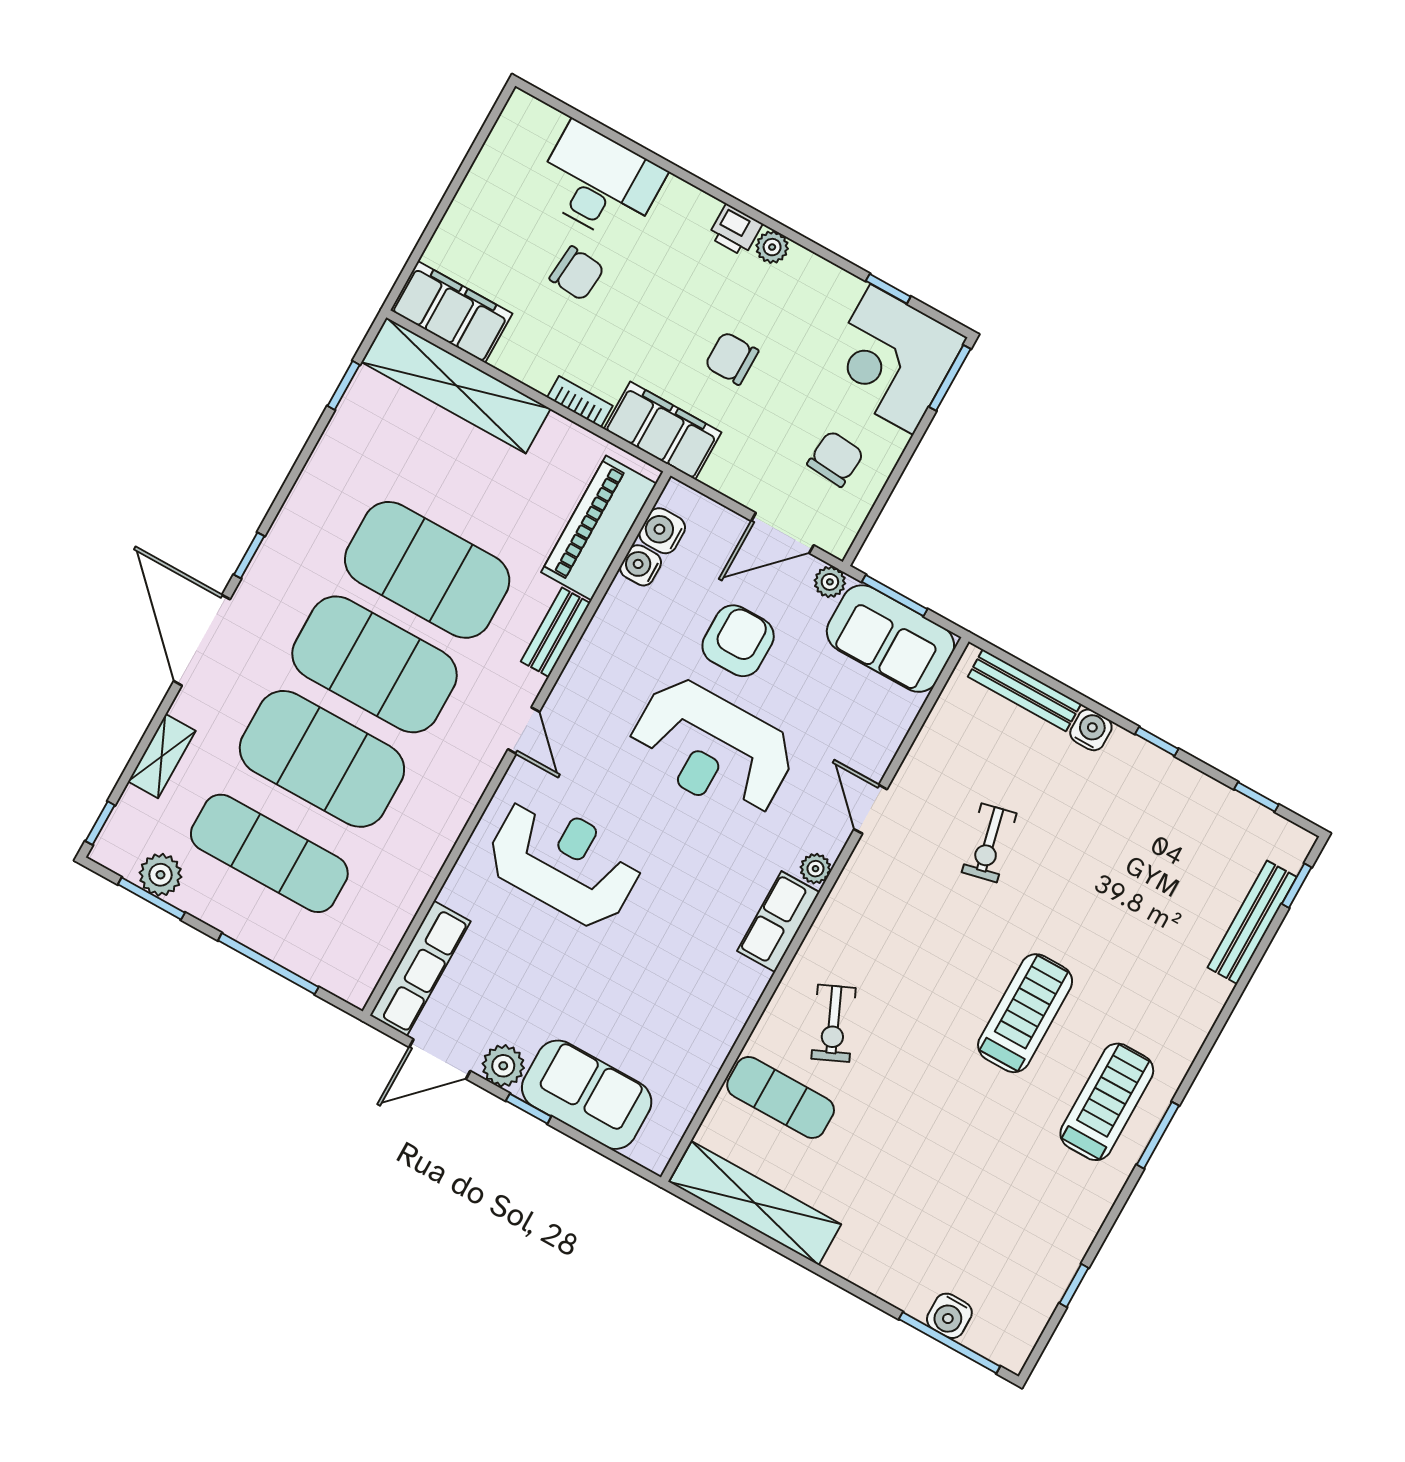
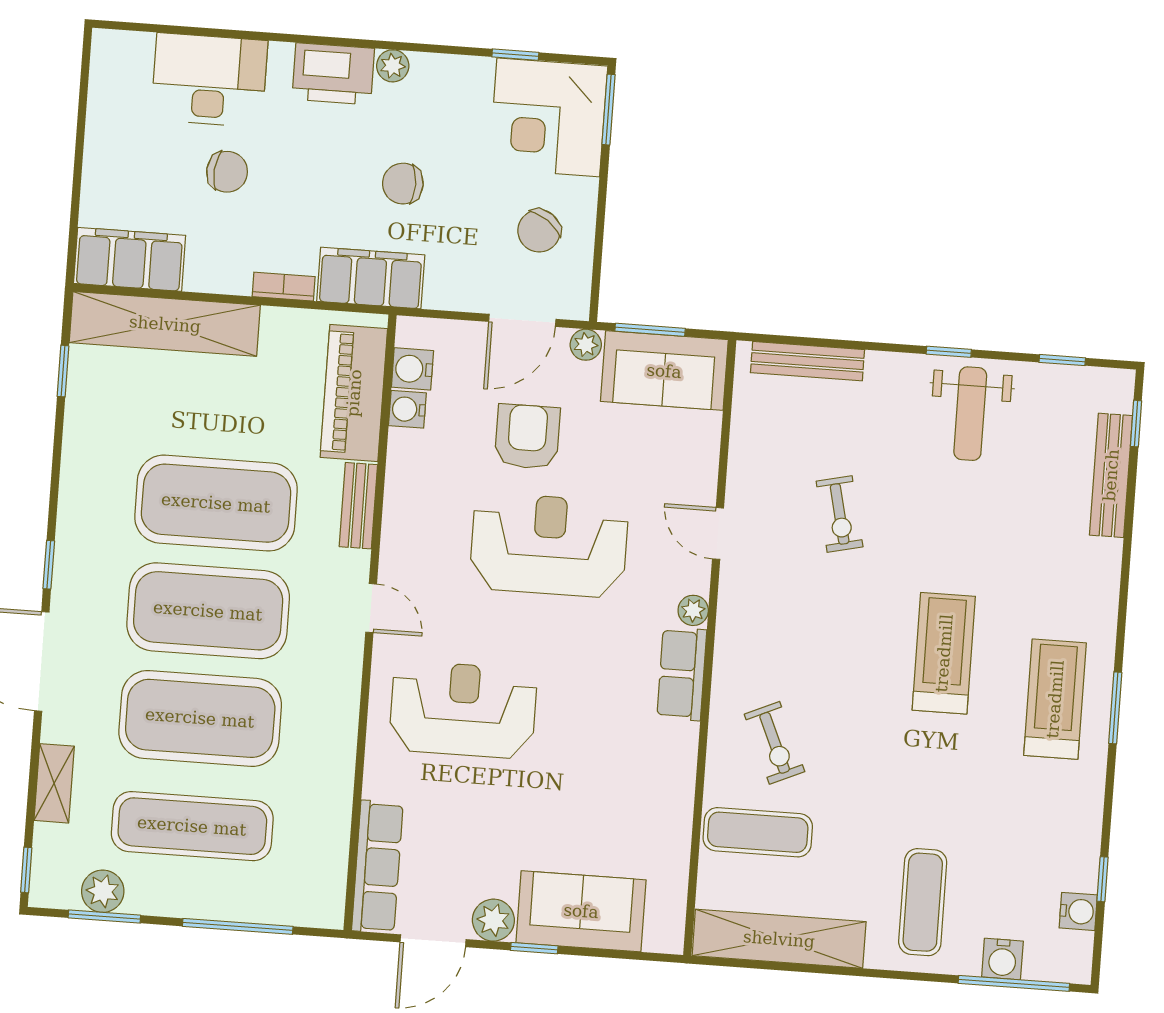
printer: (735, 230) -> (333, 74), width x1.87, depth x1.48
chair: (836, 459) -> (539, 231), turned -149
water cooler: (1091, 730) -> (1078, 911), moved, turned 90
reception desk: (712, 749) -> (549, 545), turned 180
weight bench: (1150, 807) -> (970, 414), added
exercise mat: (901, 1231) -> (923, 902), added

